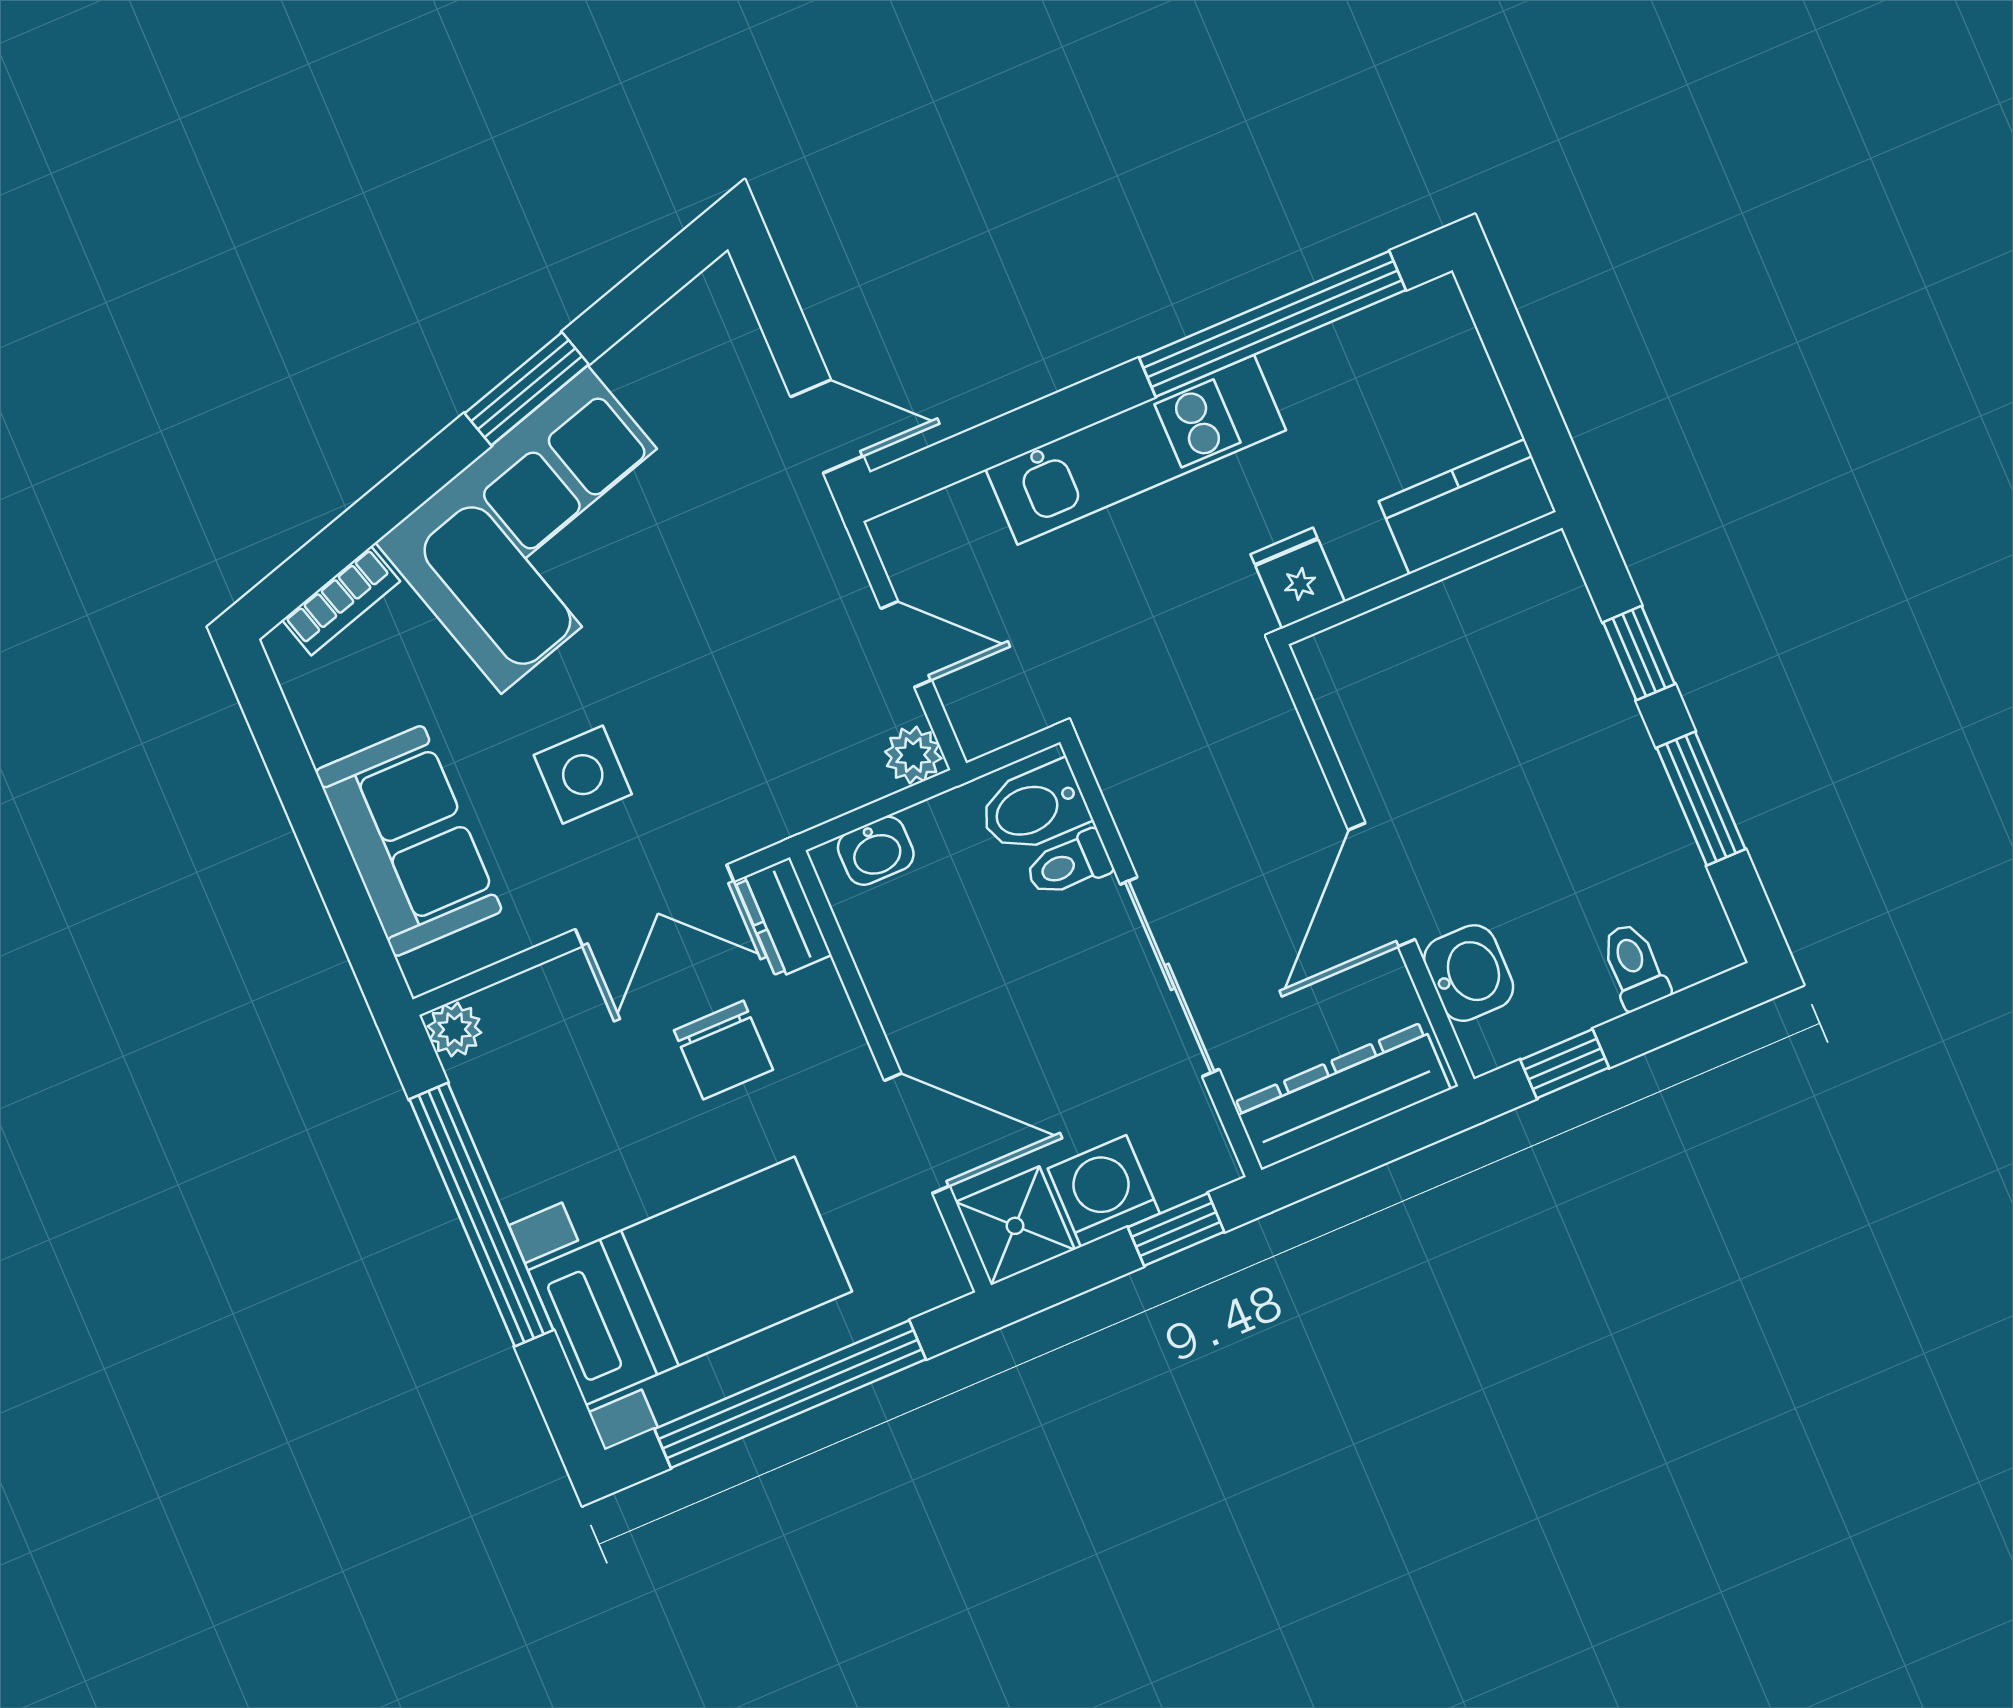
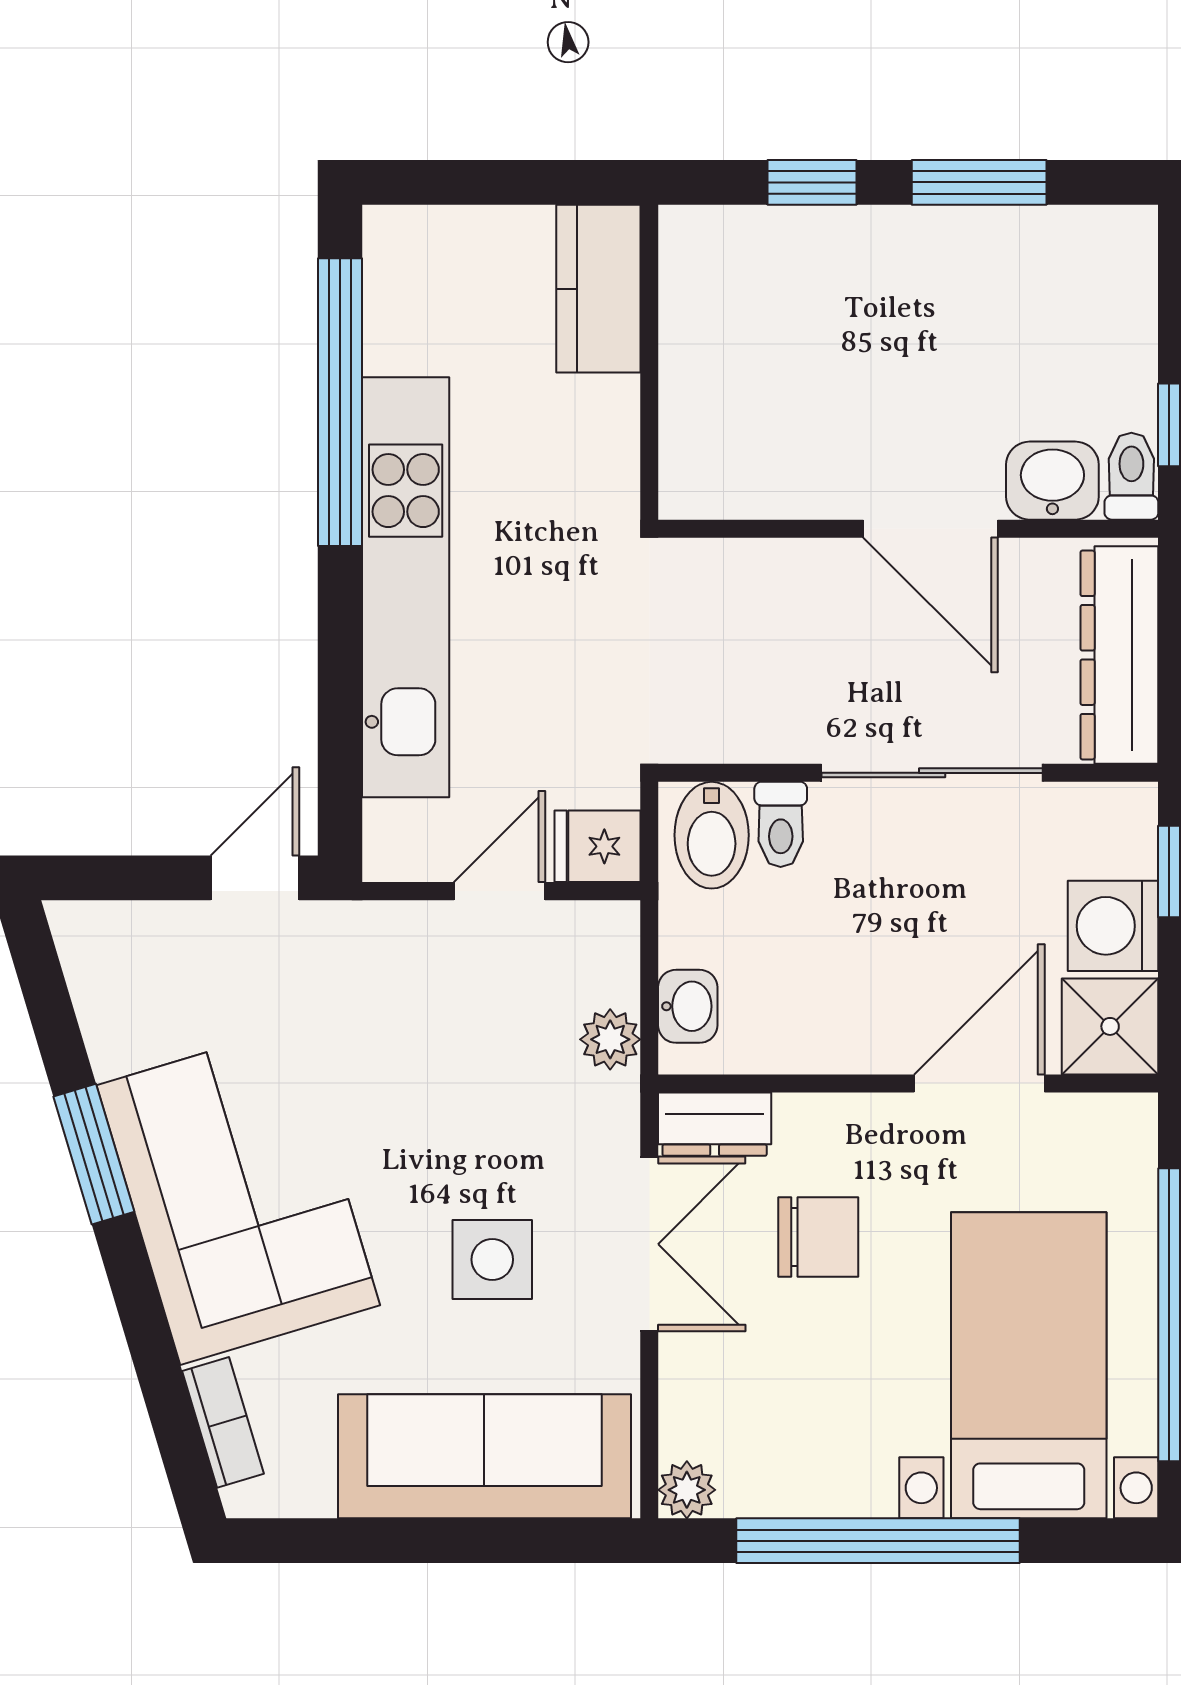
kitchen unit: (1136, 450) -> (406, 587), width x1.36
fridge: (1298, 578) -> (597, 846), moved
plant: (913, 755) -> (610, 1039), moved
sofa: (409, 841) -> (484, 1456), width x1.36
toilet: (1634, 966) -> (1131, 476), moved, turned 90

